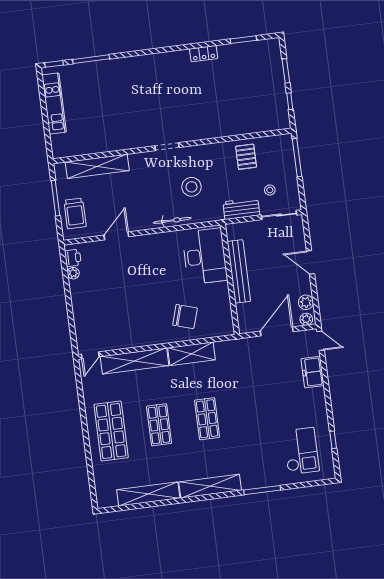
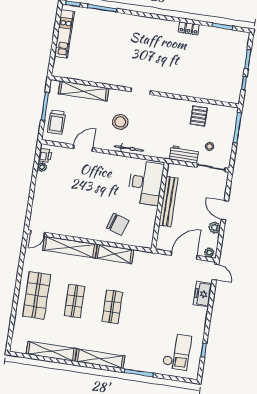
stool: (191, 187) -> (120, 122), moved
plant: (306, 302) -> (215, 227), moved

